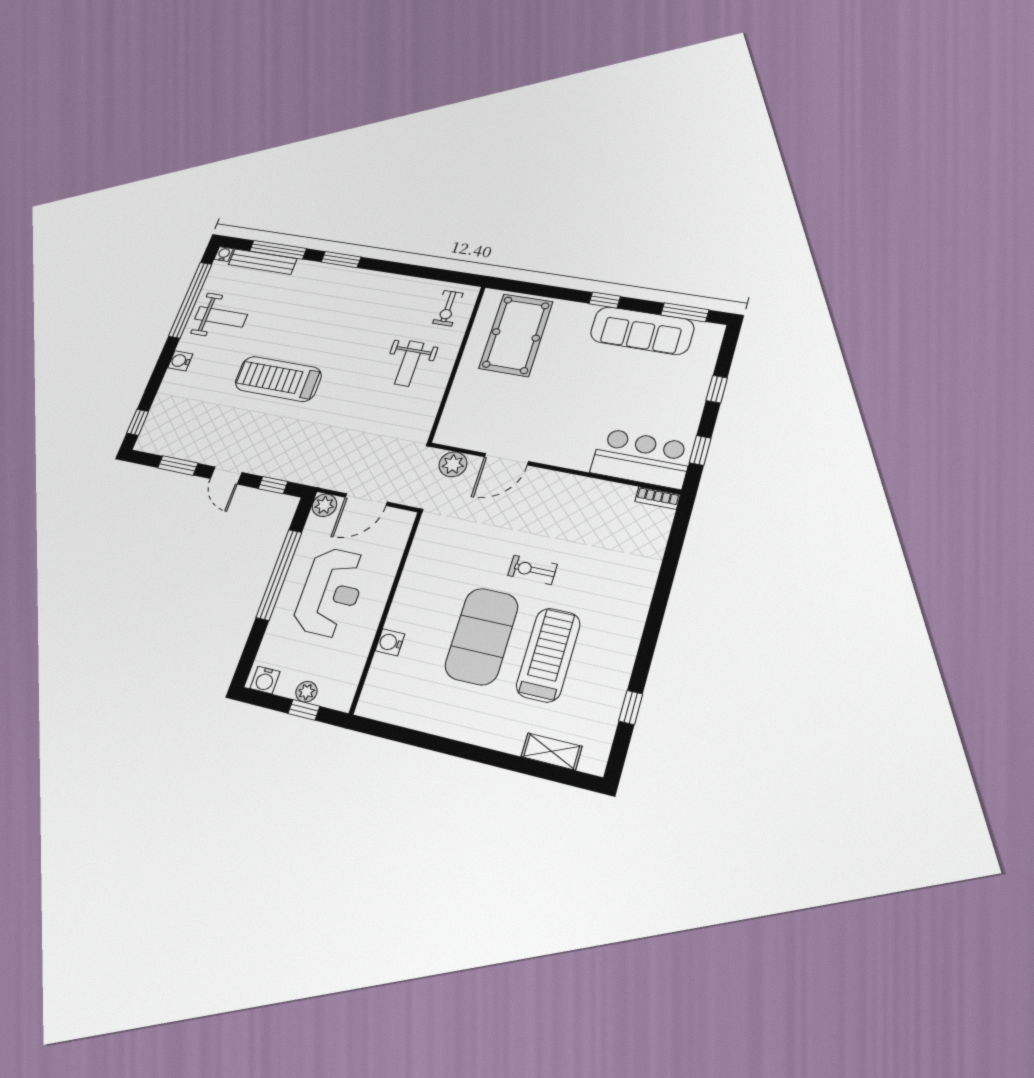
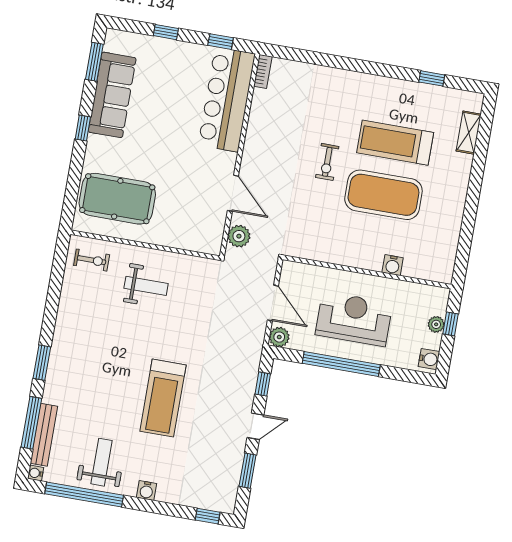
bar counter: (642, 458) -> (227, 99), width x1.36

